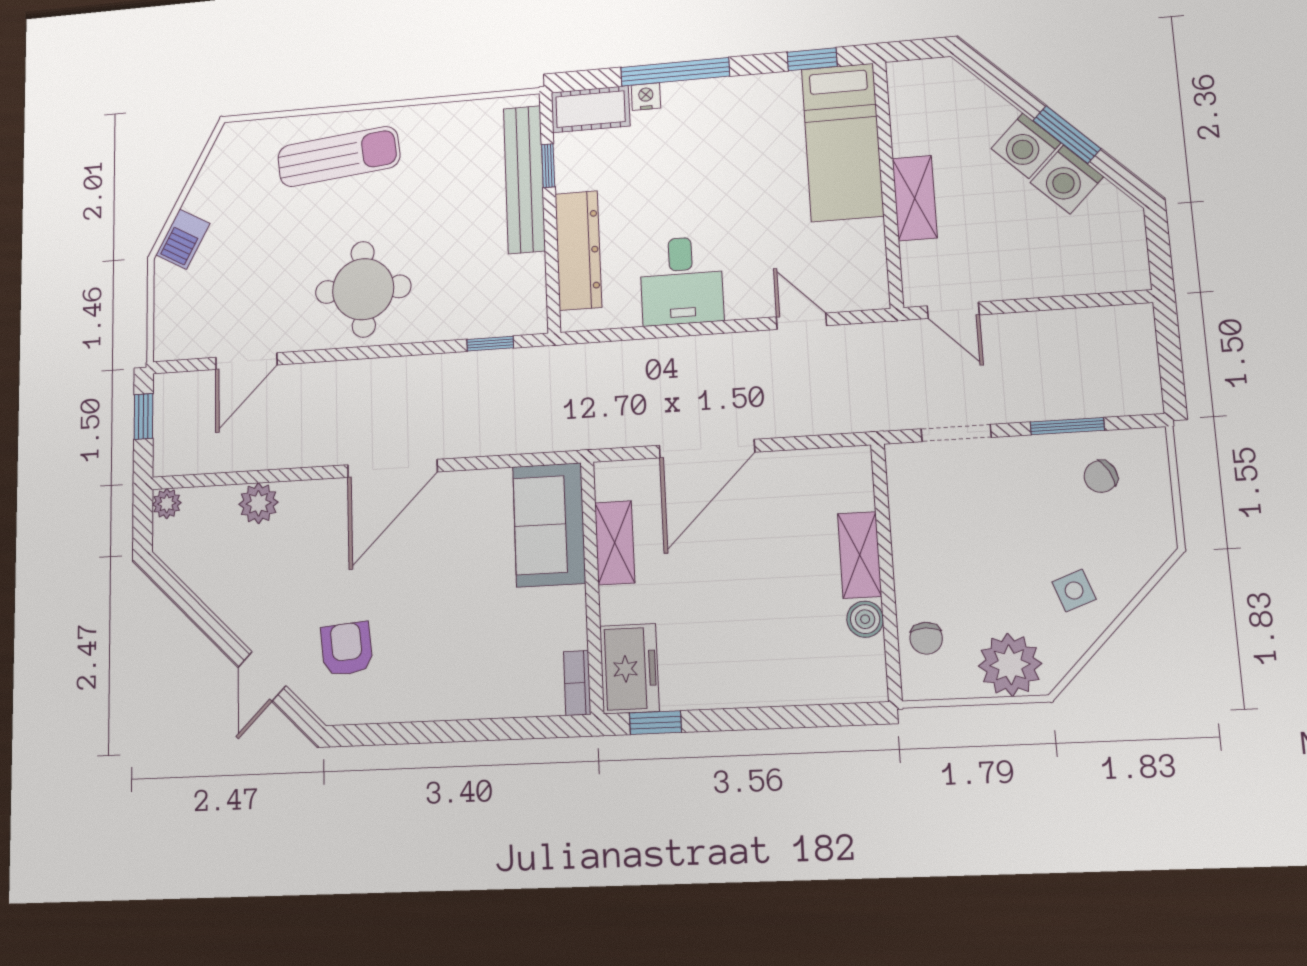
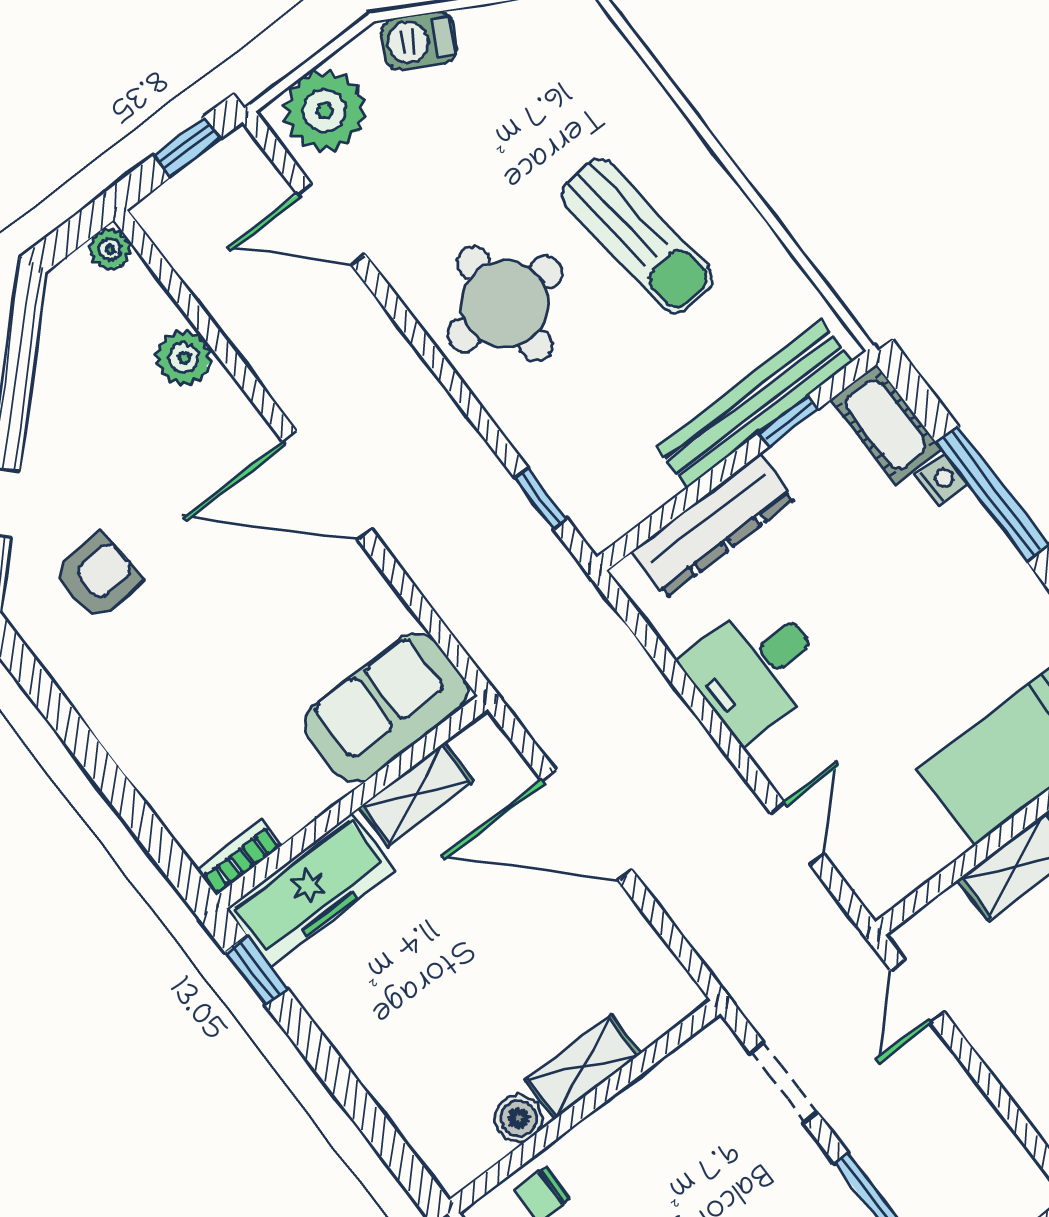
sun lounger: (339, 157) -> (638, 236), moved
plant: (181, 321) -> (325, 110), added
freezer: (629, 669) -> (311, 890), width x1.40

